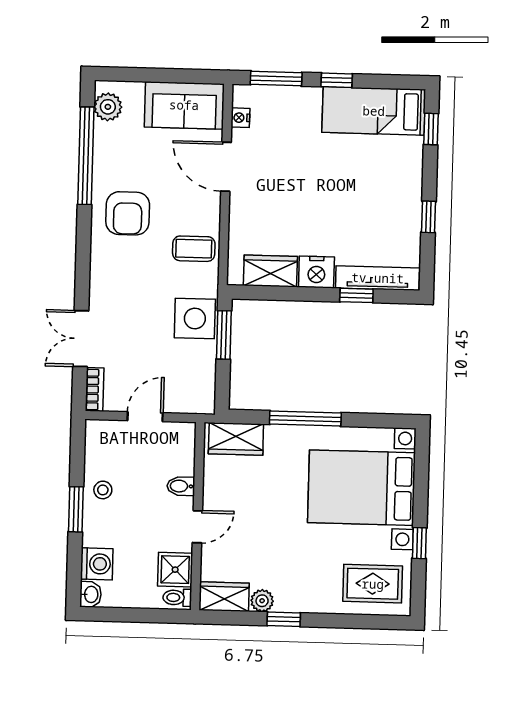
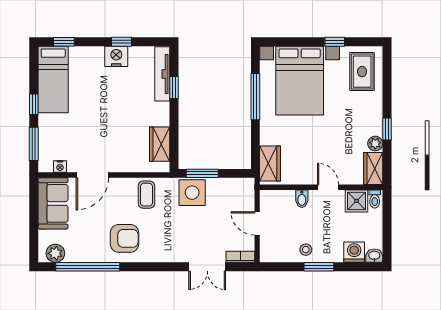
nightstand: (316, 272) -> (116, 56), moved, turned -90
window: (305, 419) -> (255, 97), moved

